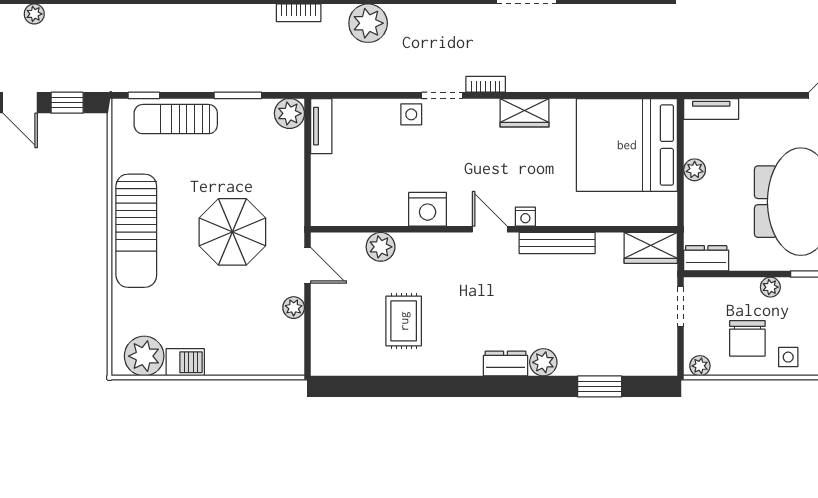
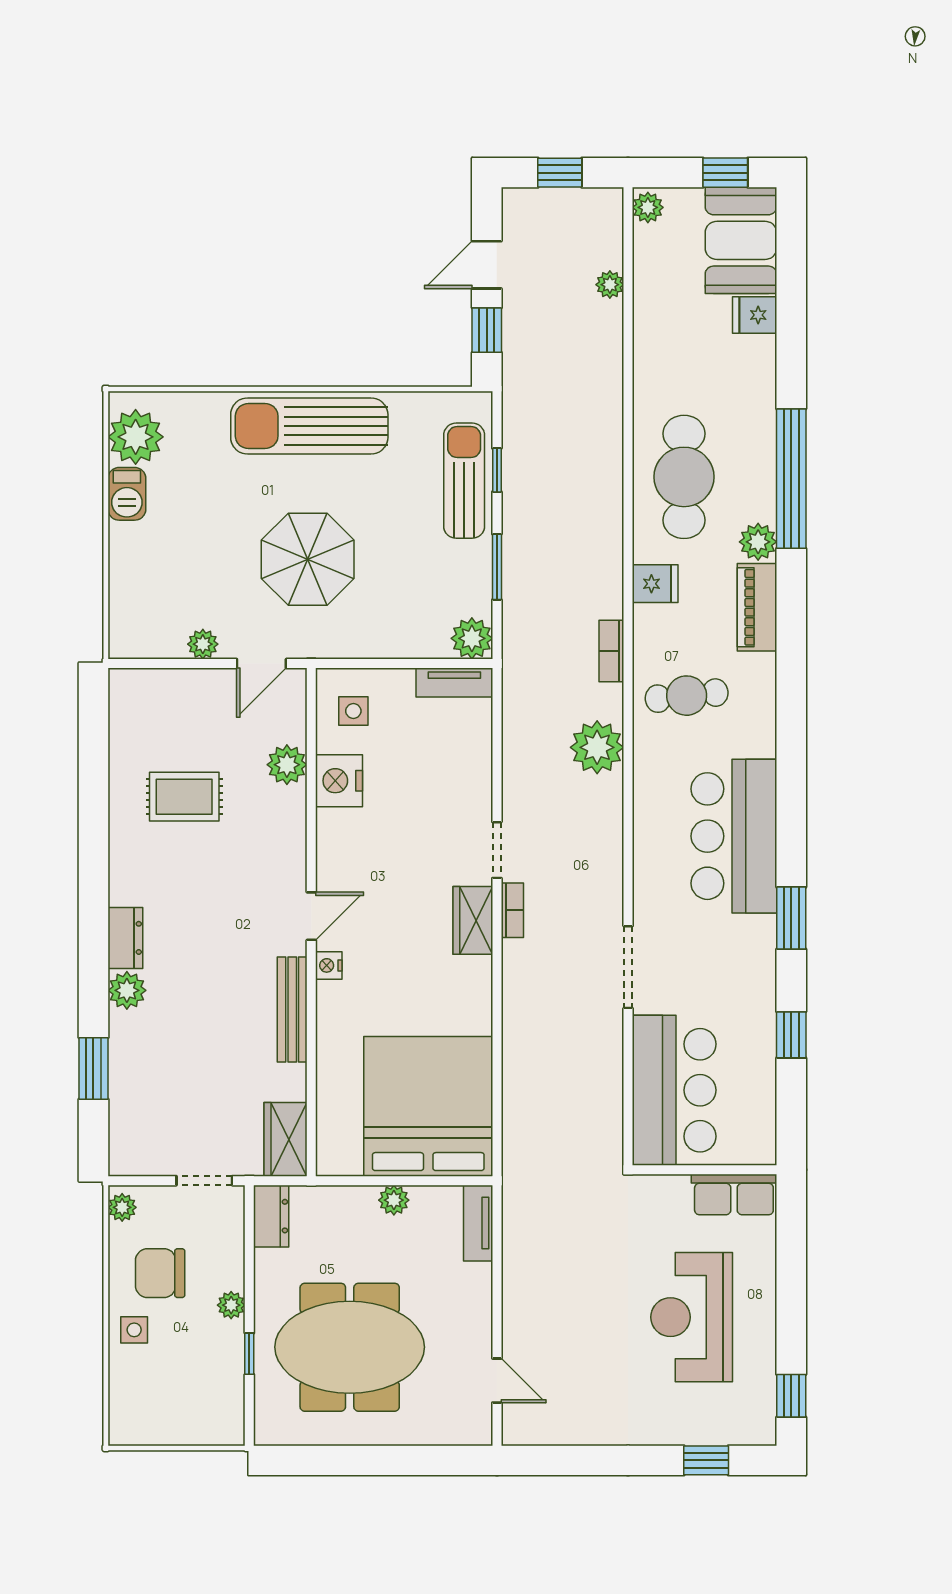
window: (144, 95) -> (497, 470), moved
wardrobe: (524, 113) -> (473, 920), moved
side table: (411, 114) -> (353, 711), moved
nightstand: (428, 209) -> (339, 781), moved

